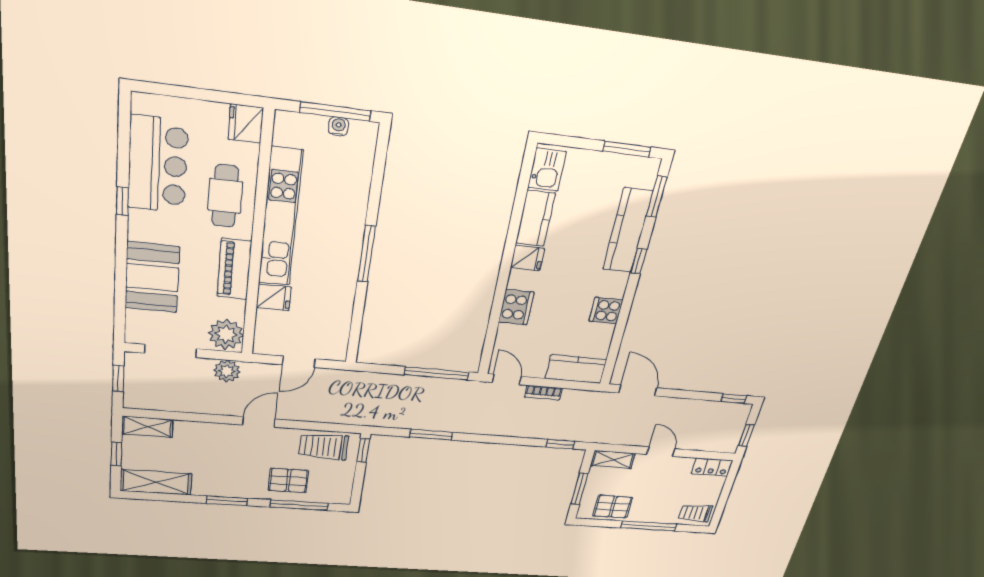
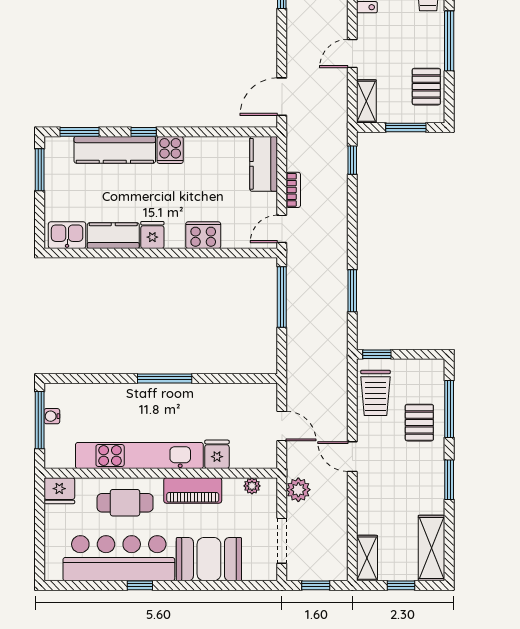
bar counter: (158, 165) -> (119, 558), width x1.36
cooker: (606, 311) -> (170, 150), moved
plant: (226, 334) -> (252, 486), width x0.53, depth x0.53

